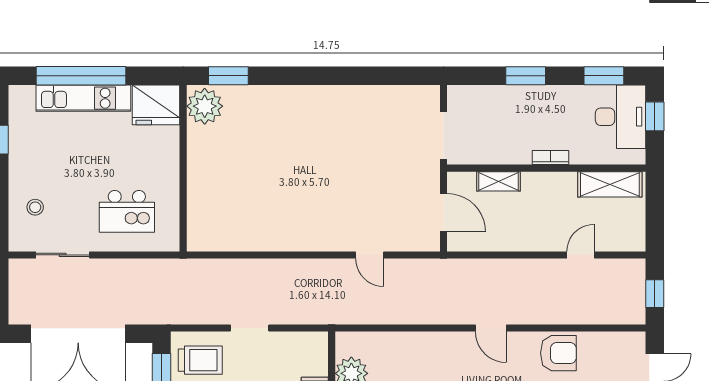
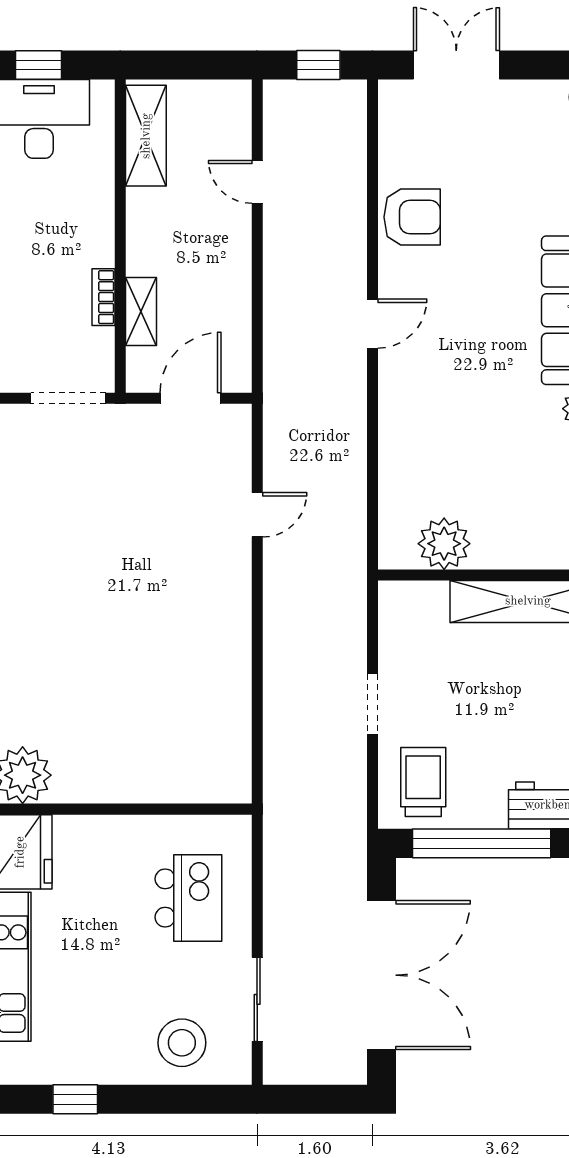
bookcase: (551, 158) -> (103, 297), moved
stool: (35, 207) -> (182, 1043), width x1.89, depth x1.89
armchair: (558, 353) -> (412, 217), turned 90

